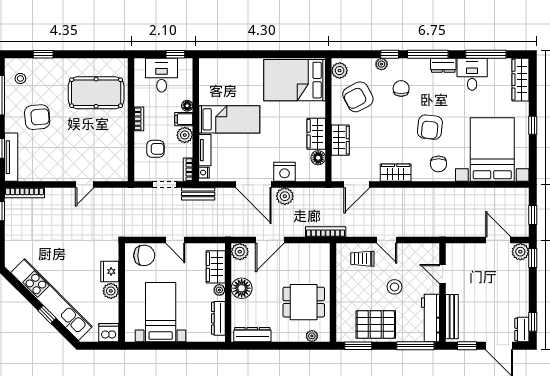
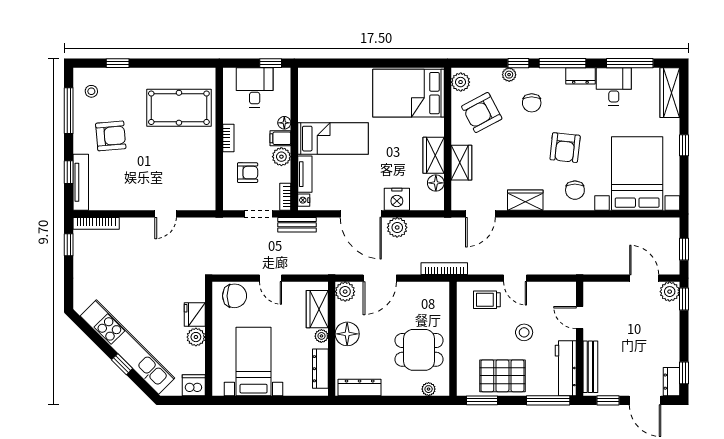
chair: (401, 88) -> (532, 103), turned 180

